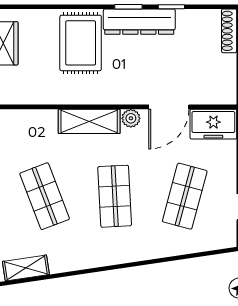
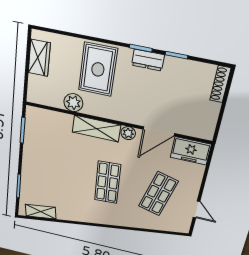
dresser: (139, 22) -> (148, 60), width x0.51, depth x0.80
plant: (55, 93) -> (73, 103), added
shop shelf: (45, 196) -> (58, 171), removed

